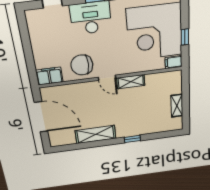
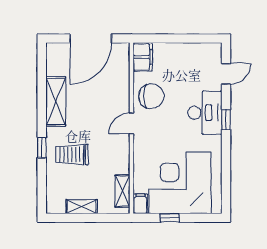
chair: (82, 65) -> (151, 96), turned 90
shelving: (131, 82) -> (122, 191), moved
trolley: (136, 118) -> (72, 155), added

